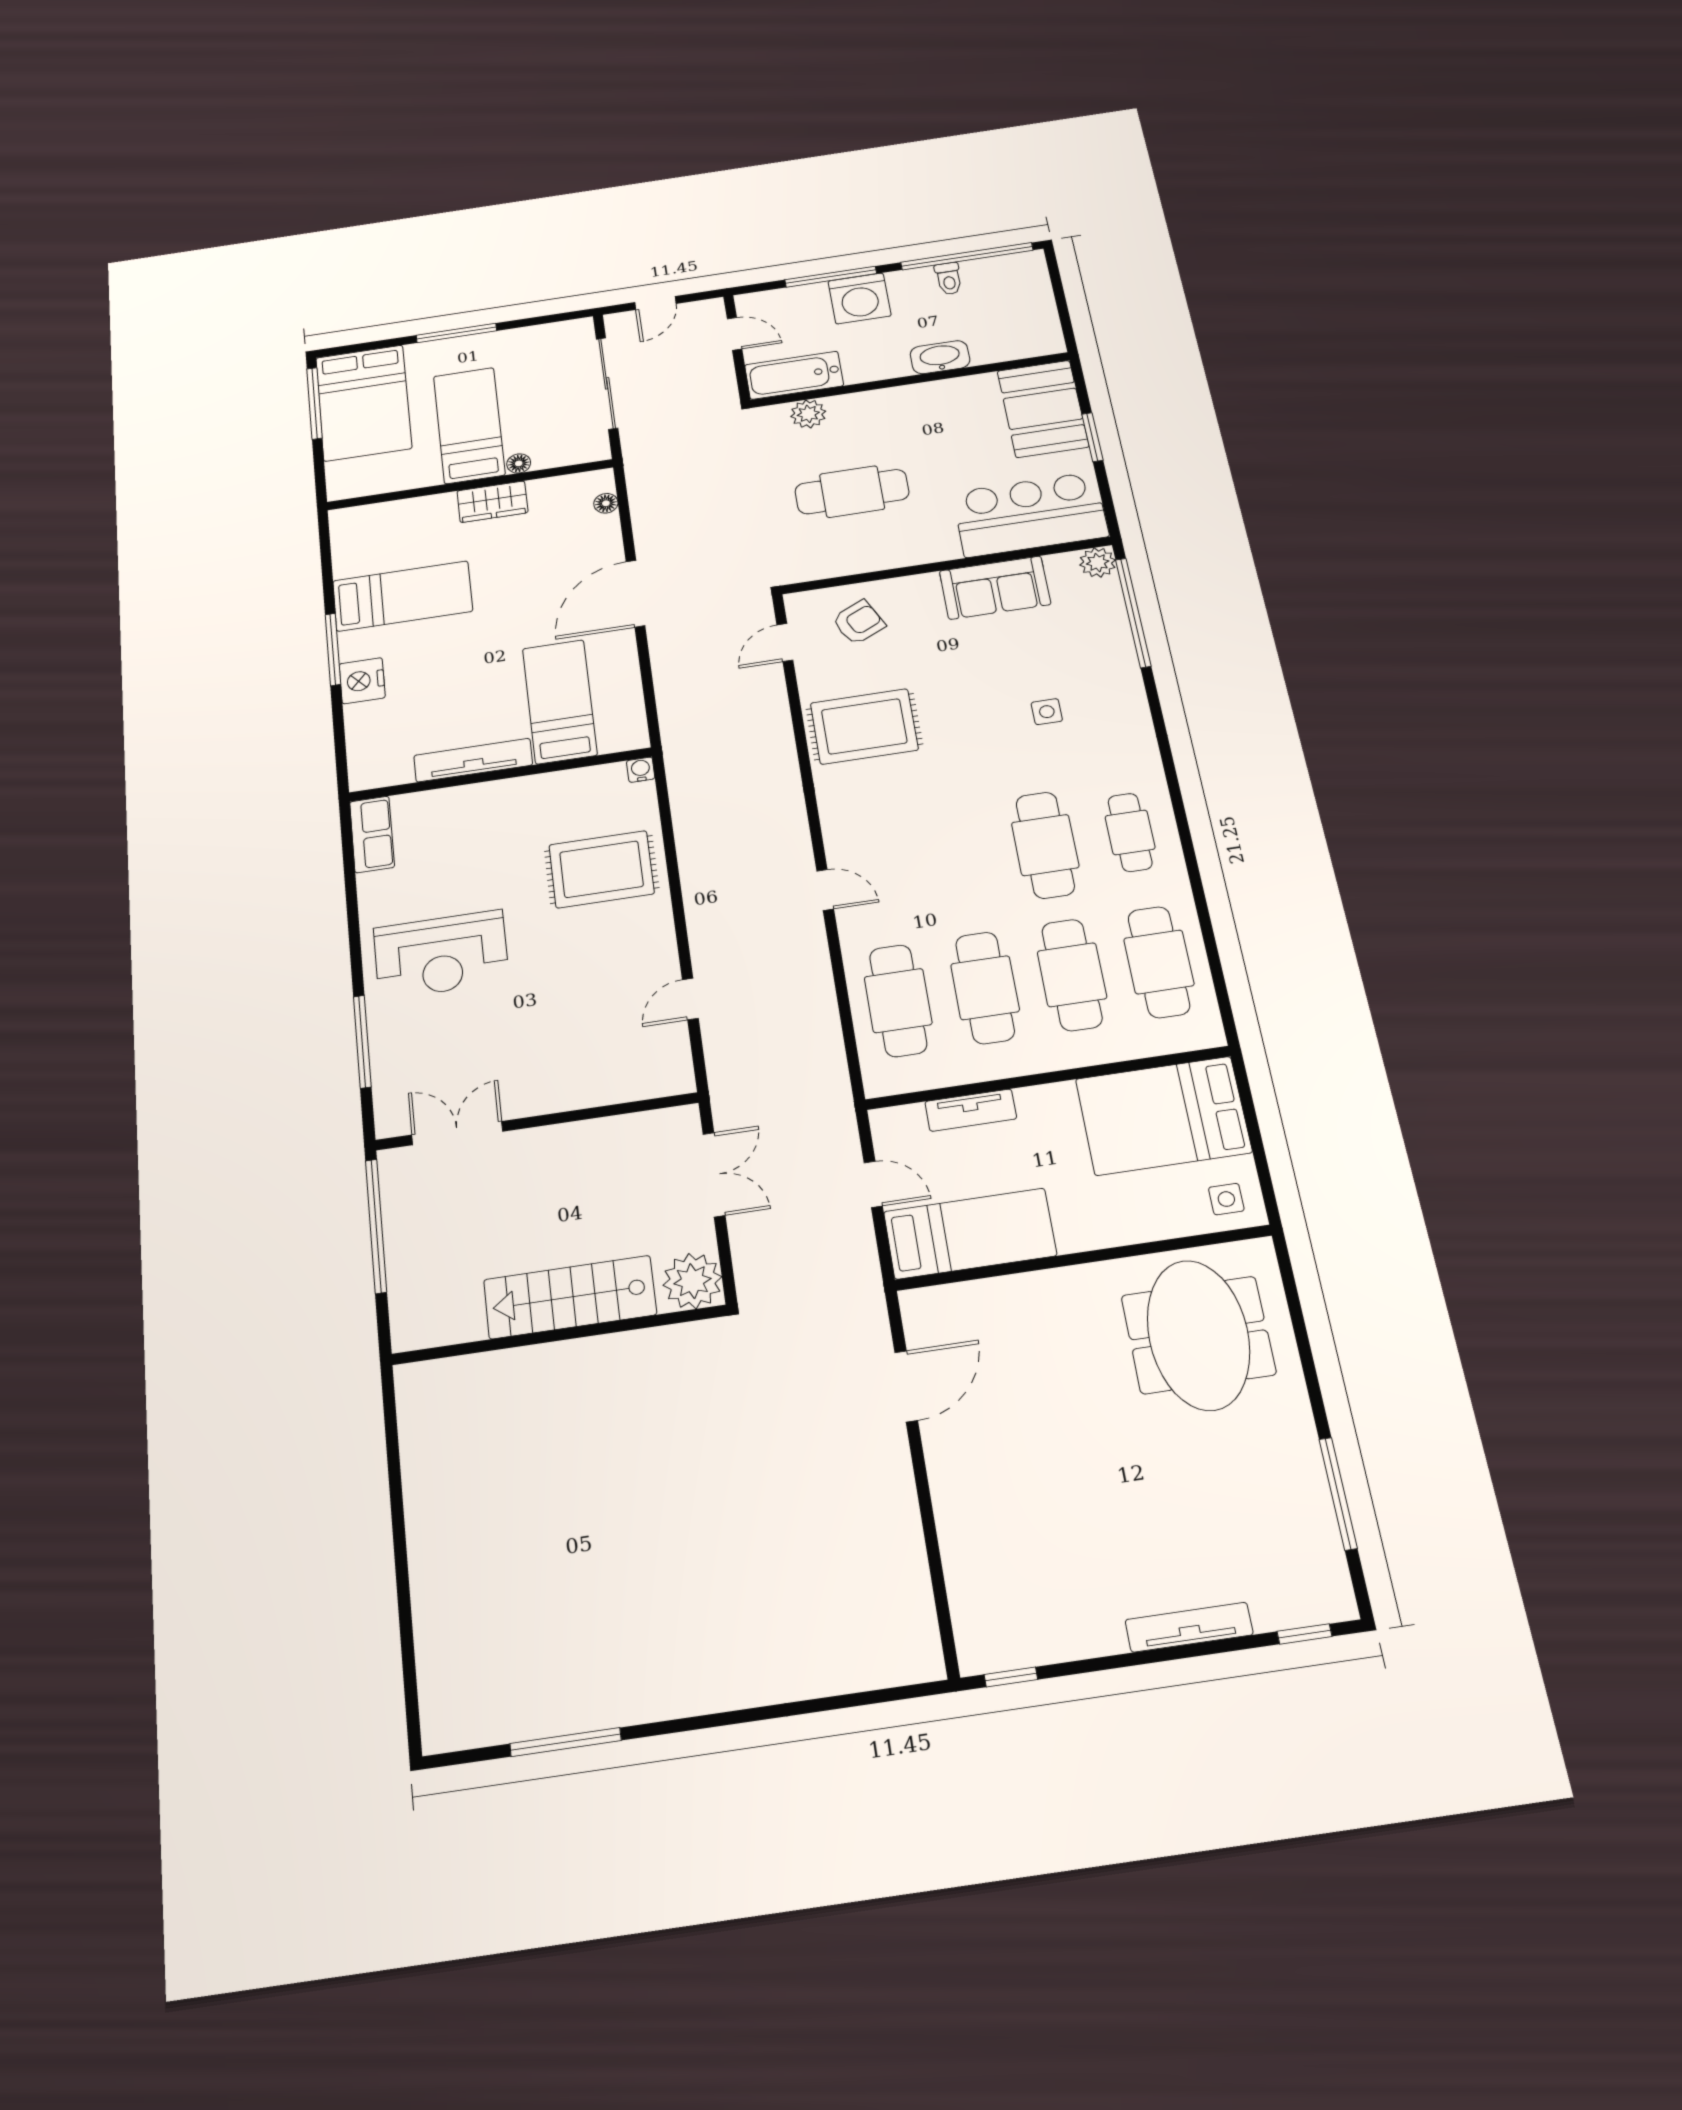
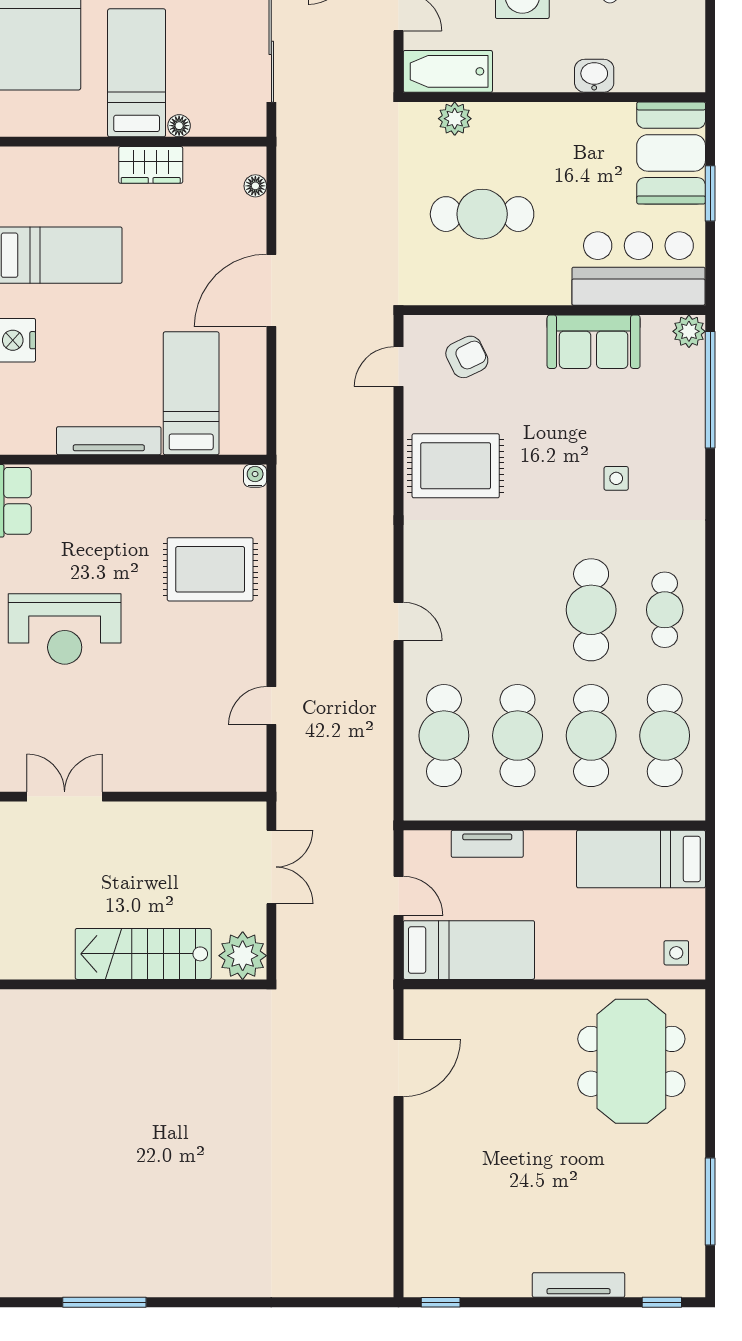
washbasin: (940, 357) -> (594, 76), width x0.72
bed: (1163, 1116) -> (641, 859), width x0.67

